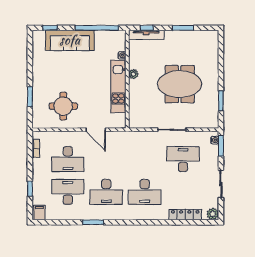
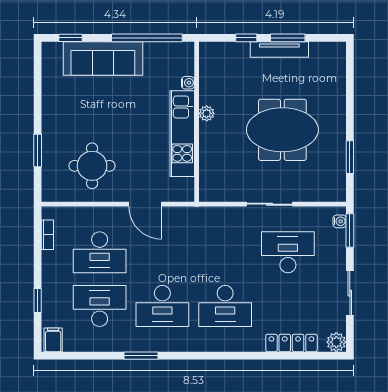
window: (147, 28) -> (246, 38), moved
tv unit: (146, 35) -> (279, 49), moved

